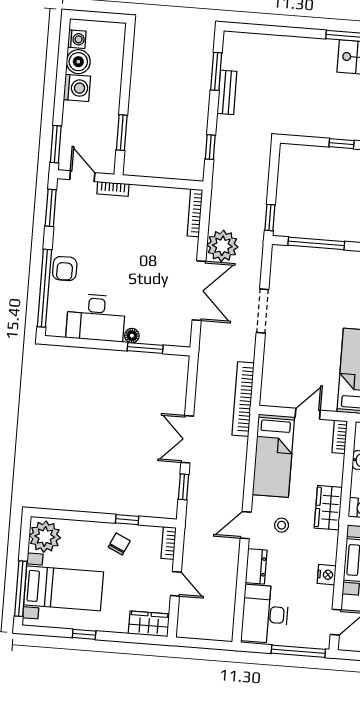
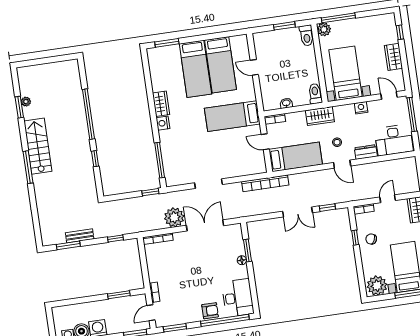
desk: (96, 318) -> (238, 298), moved

